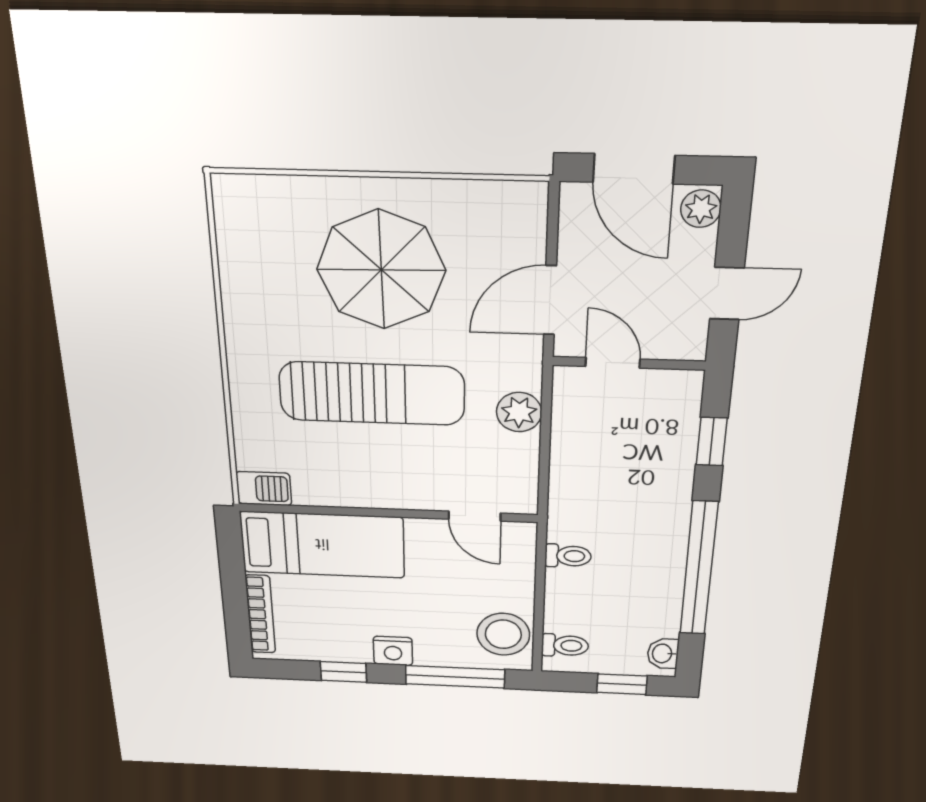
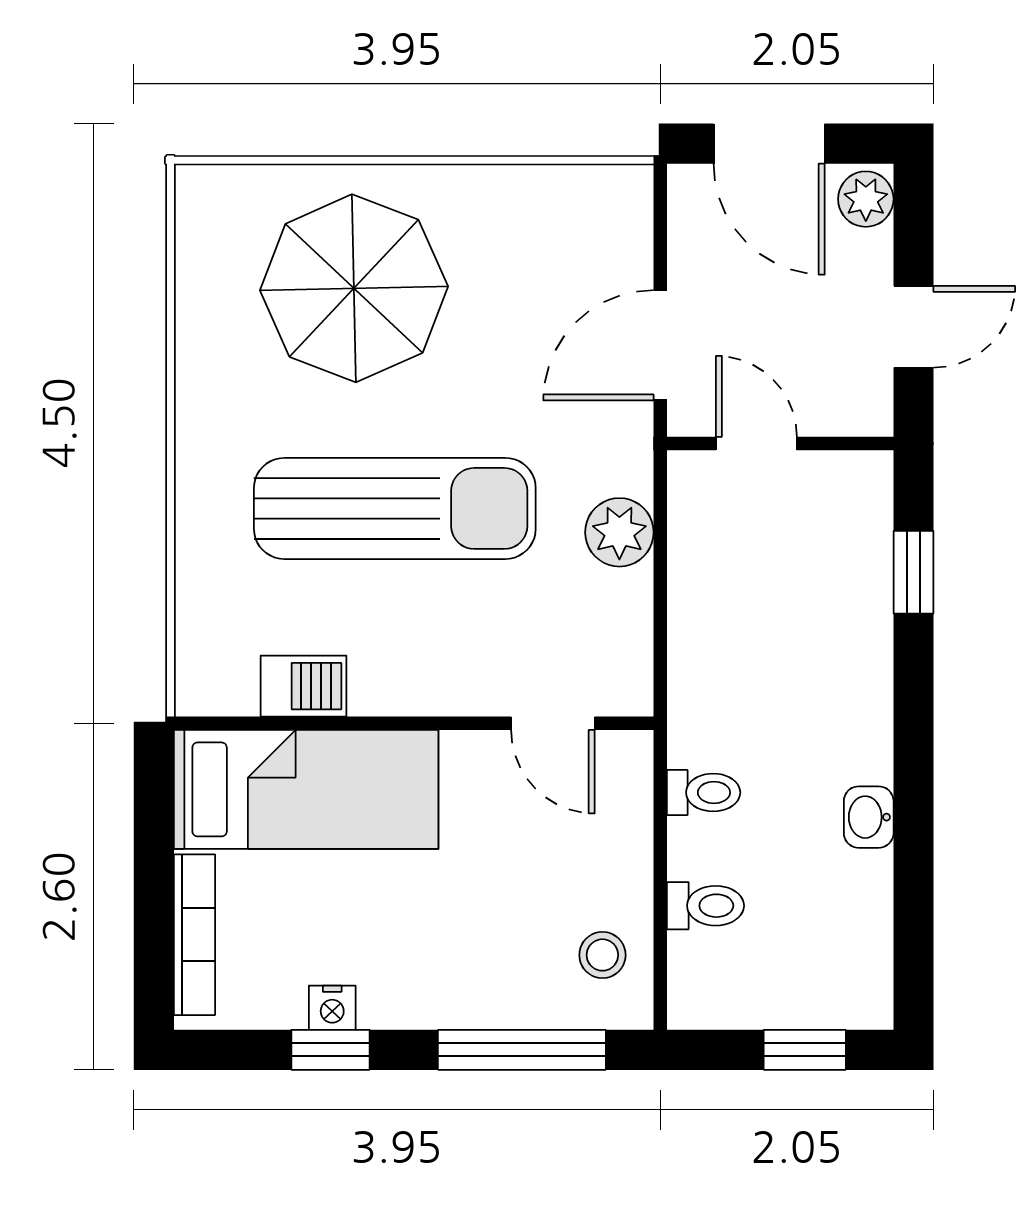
parasol: (381, 270) -> (354, 288), moved
barbecue: (264, 489) -> (304, 686), moved
window: (699, 569) -> (914, 808), removed
stool: (503, 634) -> (602, 955), width x0.53, depth x0.53
toilet: (565, 645) -> (706, 906), moved
nightstand: (393, 651) -> (332, 1008), moved, width x0.72, depth x0.74
washbasin: (663, 654) -> (869, 817), moved

